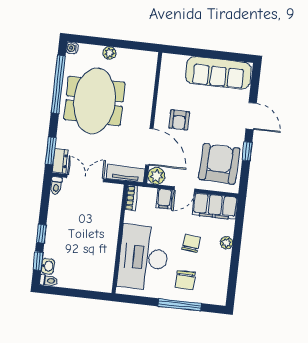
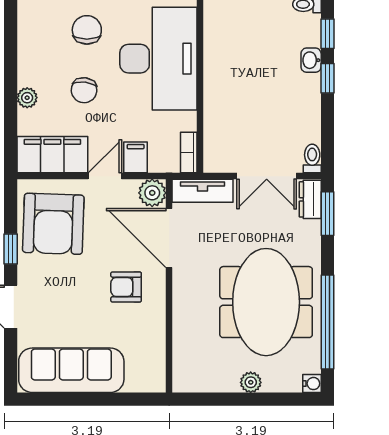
armchair: (179, 120) -> (126, 287), turned -90
washbasin: (48, 266) -> (311, 60), moved

